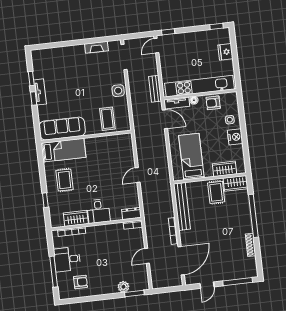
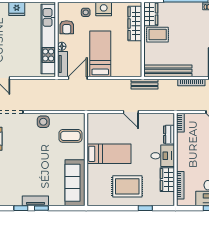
bench: (155, 89) -> (144, 84), moved
bed: (63, 150) -> (109, 154), moved, turned 90
bed: (191, 157) -> (100, 54), moved, turned 90
wardrobe: (224, 169) -> (135, 24), width x1.50
rug: (64, 180) -> (127, 186), width x1.36, depth x1.43
dresser: (132, 214) -> (169, 135), moved

